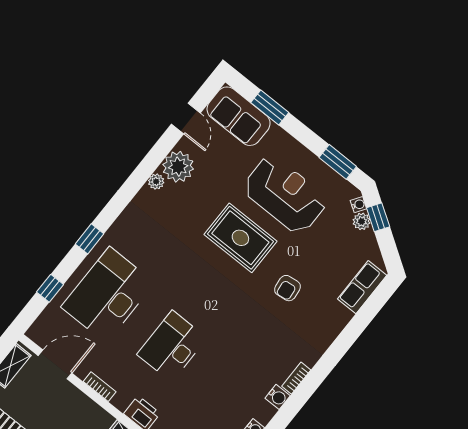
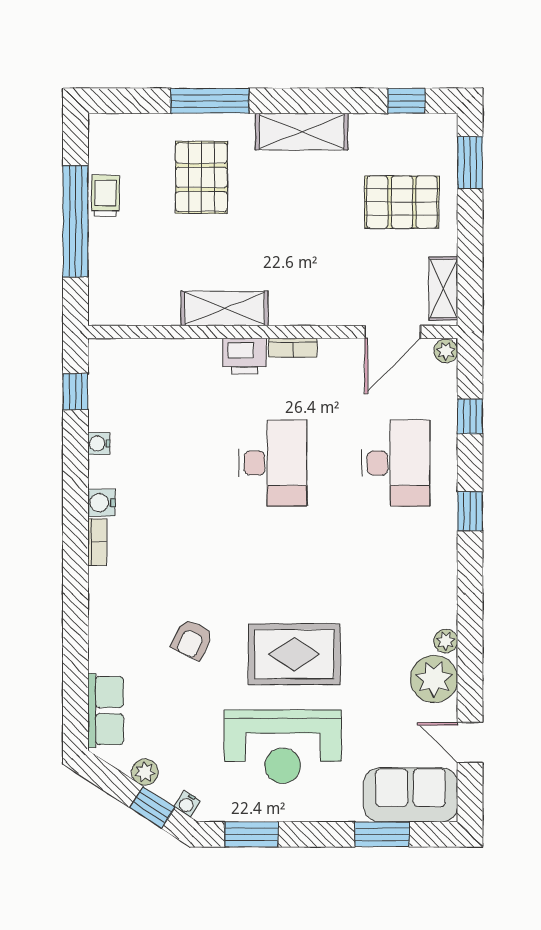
plant: (362, 221) -> (145, 772), moved
armchair: (288, 288) -> (192, 639), turned -147
desk: (108, 295) -> (396, 463), width x0.73, depth x0.77
plant: (35, 332) -> (446, 351), added
bookcase: (100, 387) -> (293, 348), moved

